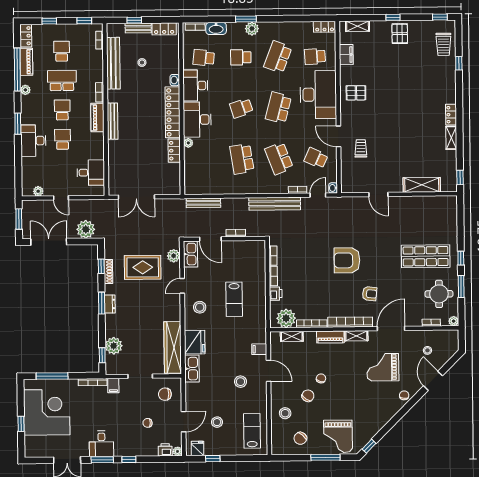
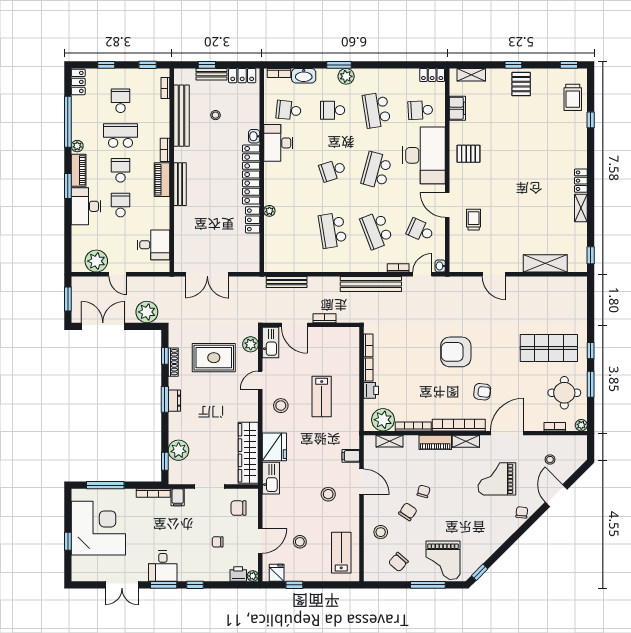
school desk: (278, 57) -> (376, 110), turned -30
piano: (26, 62) -> (79, 170), moved
desk: (197, 120) -> (280, 183), removed
plant: (38, 191) -> (96, 261), width x1.88, depth x1.88

